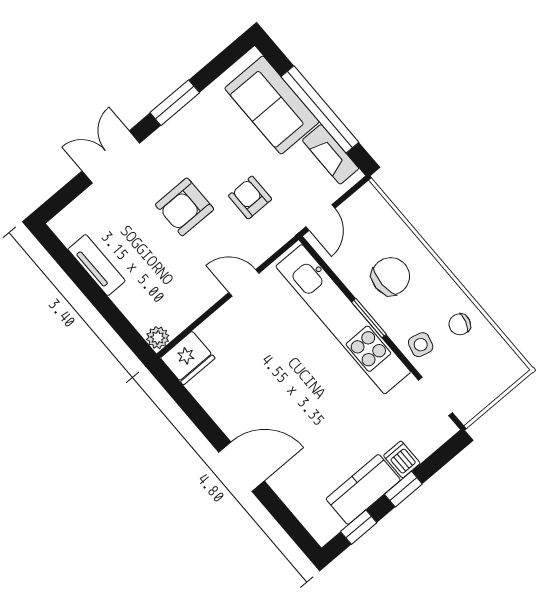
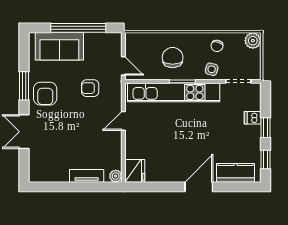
fireplace: (331, 154) -> (101, 39), removed
armchair: (185, 207) -> (45, 94), moved
tv unit: (97, 265) -> (87, 176), moved
plant: (510, 368) -> (253, 41), added
kitchen counter: (363, 489) -> (236, 173), moved, turned 90

